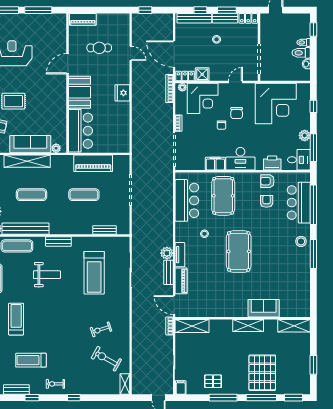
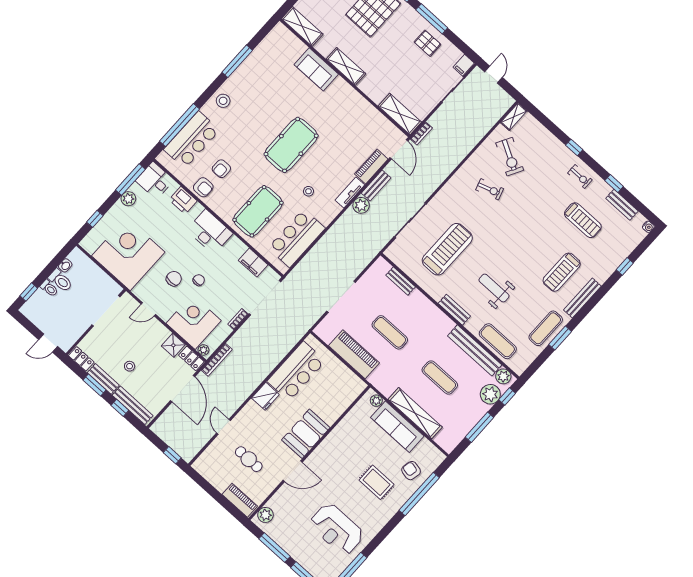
plant: (60, 24) -> (265, 515), added
bar counter: (80, 131) -> (296, 371), moved, turned 180
filing cabinet: (215, 164) -> (253, 263), moved
window: (313, 254) -> (237, 61), moved

